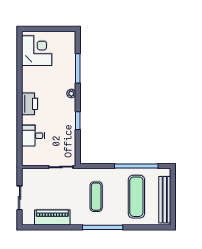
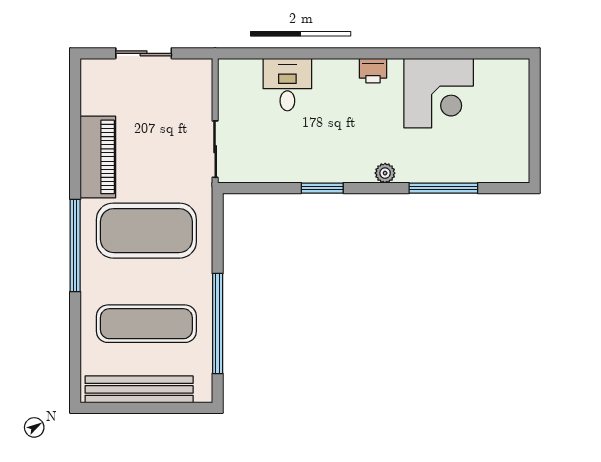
corner desk: (37, 51) -> (439, 93), moved
printer: (30, 104) -> (373, 71), width x0.53, depth x0.68
exercise mat: (96, 197) -> (146, 231), width x2.00, depth x1.45
piano: (52, 218) -> (98, 157), moved

